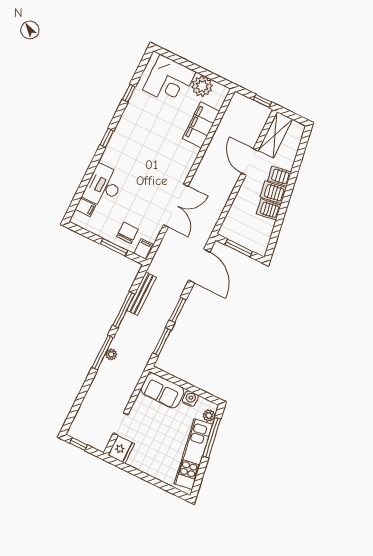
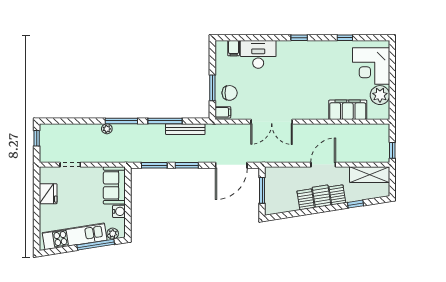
door: (250, 162) -> (323, 165), moved
window: (297, 163) -> (355, 204), added
plant: (111, 354) -> (107, 129), moved
fridge: (121, 449) -> (48, 194), moved, turned -90

